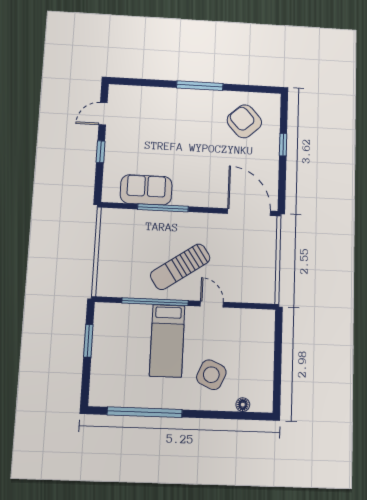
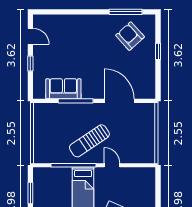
window: (200, 86) -> (126, 12), moved
door: (103, 114) -> (30, 36), swing flipped
door: (249, 212) -> (119, 101), moved

